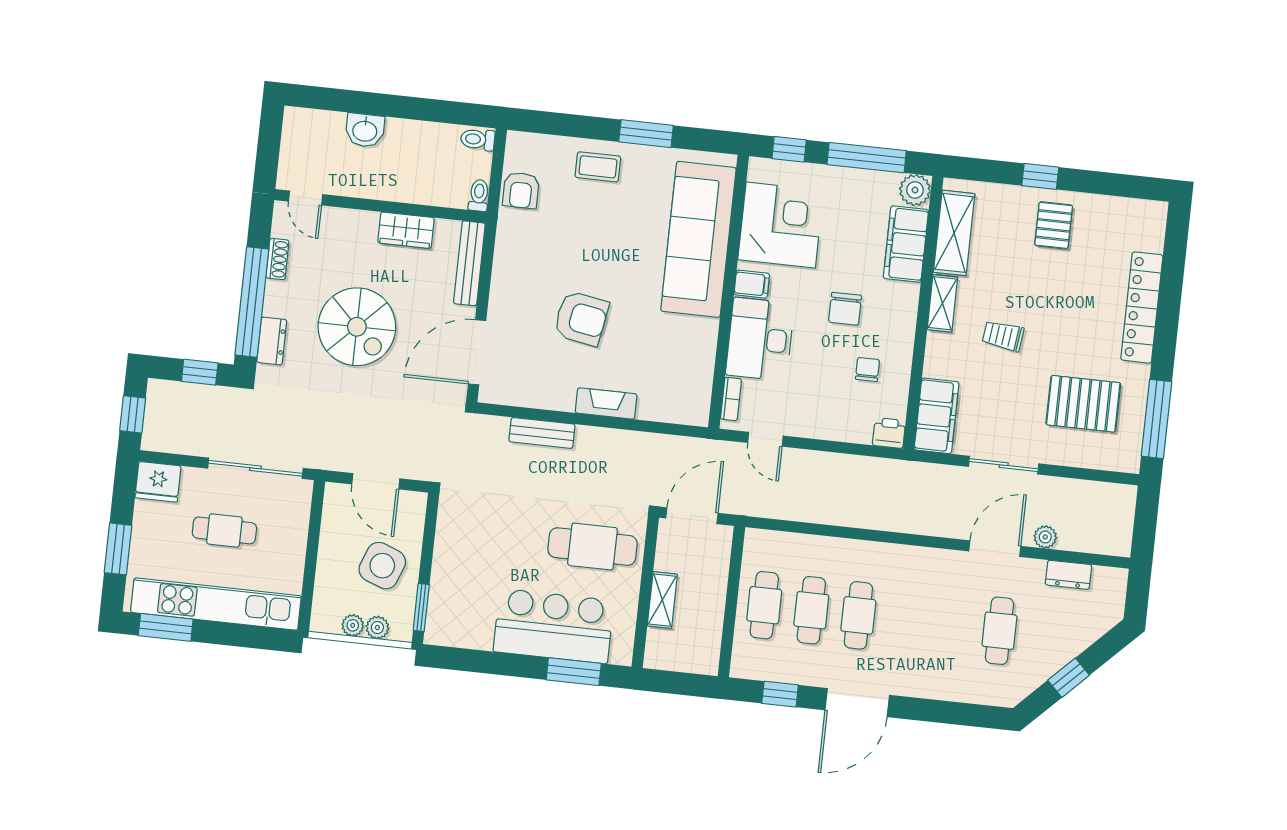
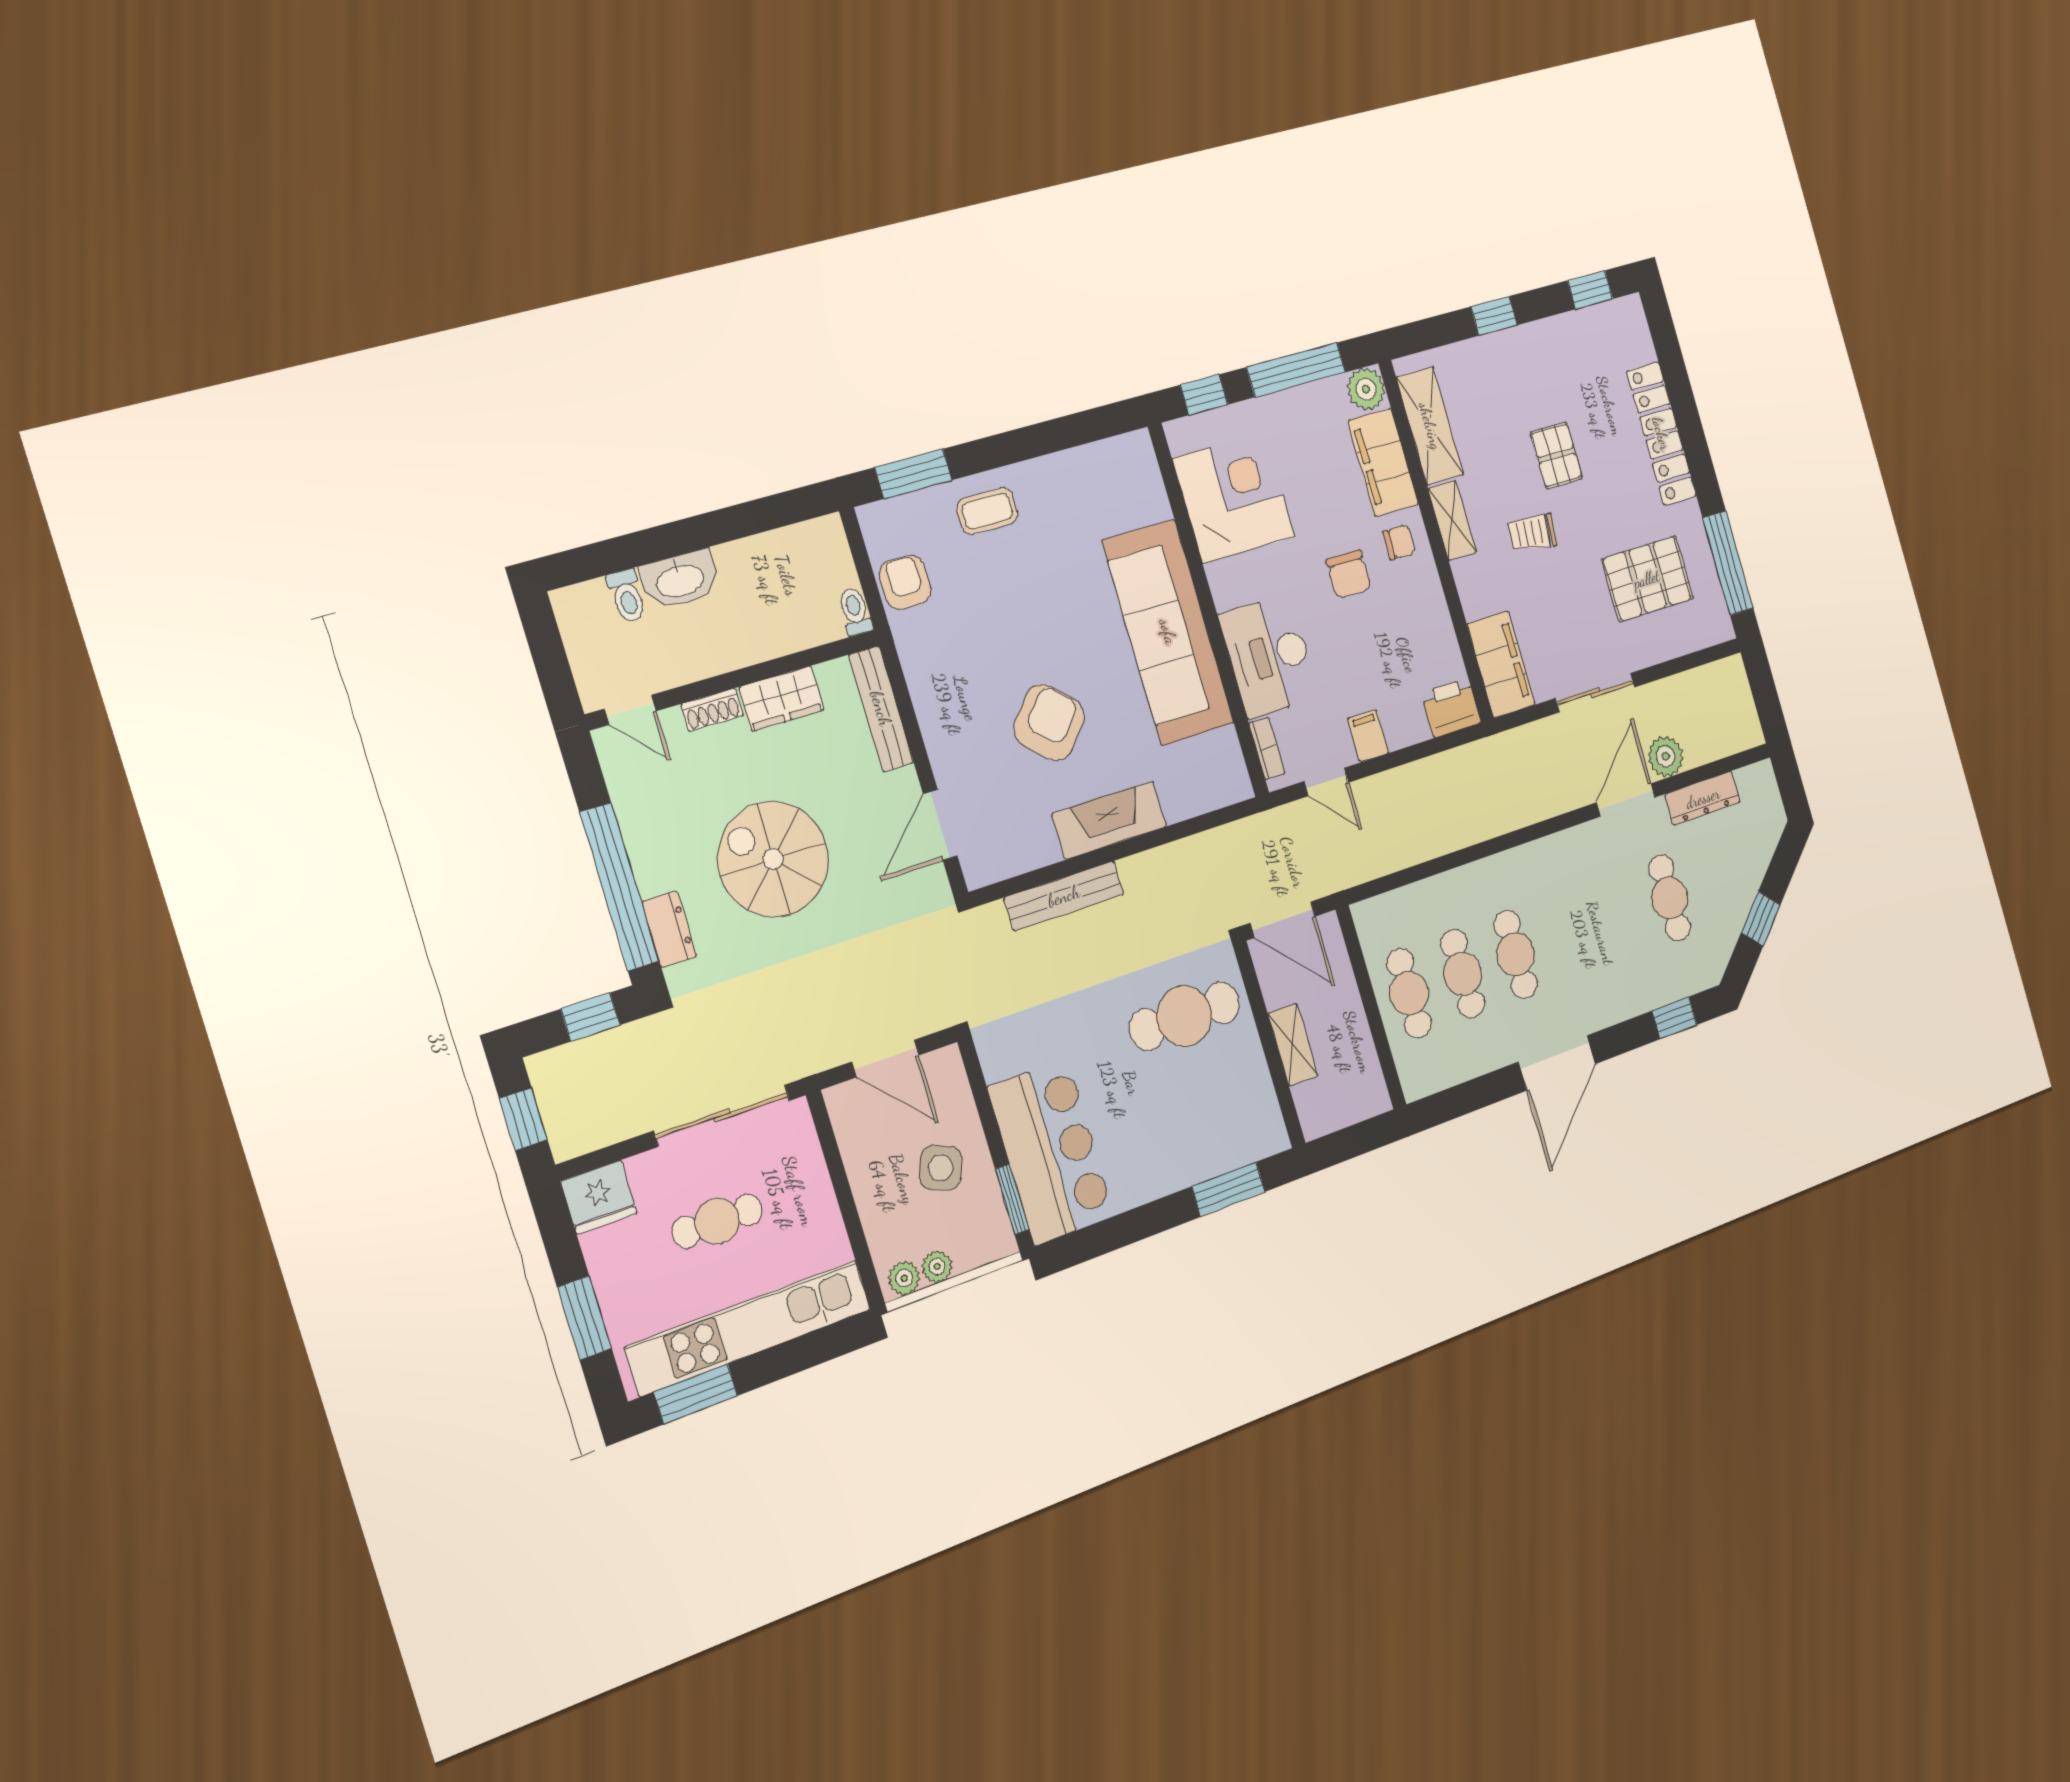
washbasin: (365, 130) -> (680, 580), width x1.38
window: (646, 134) -> (913, 474), moved
toilet: (478, 139) -> (627, 596), moved, turned -90
window: (1128, 186) -> (1590, 290), added
armchair: (521, 190) -> (905, 582), turned 180
pallet: (1054, 225) -> (1556, 455), moved
sofa: (698, 239) -> (1168, 632), moved
shoe rack: (277, 259) -> (712, 710), moved, turned 90
filing cabinet: (752, 284) -> (1368, 736), moved, turned -90
armchair: (581, 318) -> (1049, 722), turned -58
spiral stairs: (357, 327) -> (773, 859), turned 180
door: (477, 352) -> (940, 825), width x0.73
chair: (867, 369) -> (1399, 542), moved, turned 90
fireplace: (606, 403) -> (1109, 820), width x1.37, depth x1.32
bench: (542, 433) -> (1064, 896), width x1.36
printer: (889, 433) -> (1451, 708), width x1.36, depth x1.24
door: (692, 516) -> (1283, 920), swing flipped
plant: (1045, 537) -> (1666, 756), width x1.38, depth x1.38
side table: (382, 566) -> (941, 1168), width x0.73, depth x0.73
dresser: (1068, 575) -> (1703, 798), width x1.44
bar counter: (554, 626) -> (1051, 1152), moved, turned 90
plant: (377, 628) -> (904, 1278), moved
window: (780, 694) -> (1675, 1018), moved

